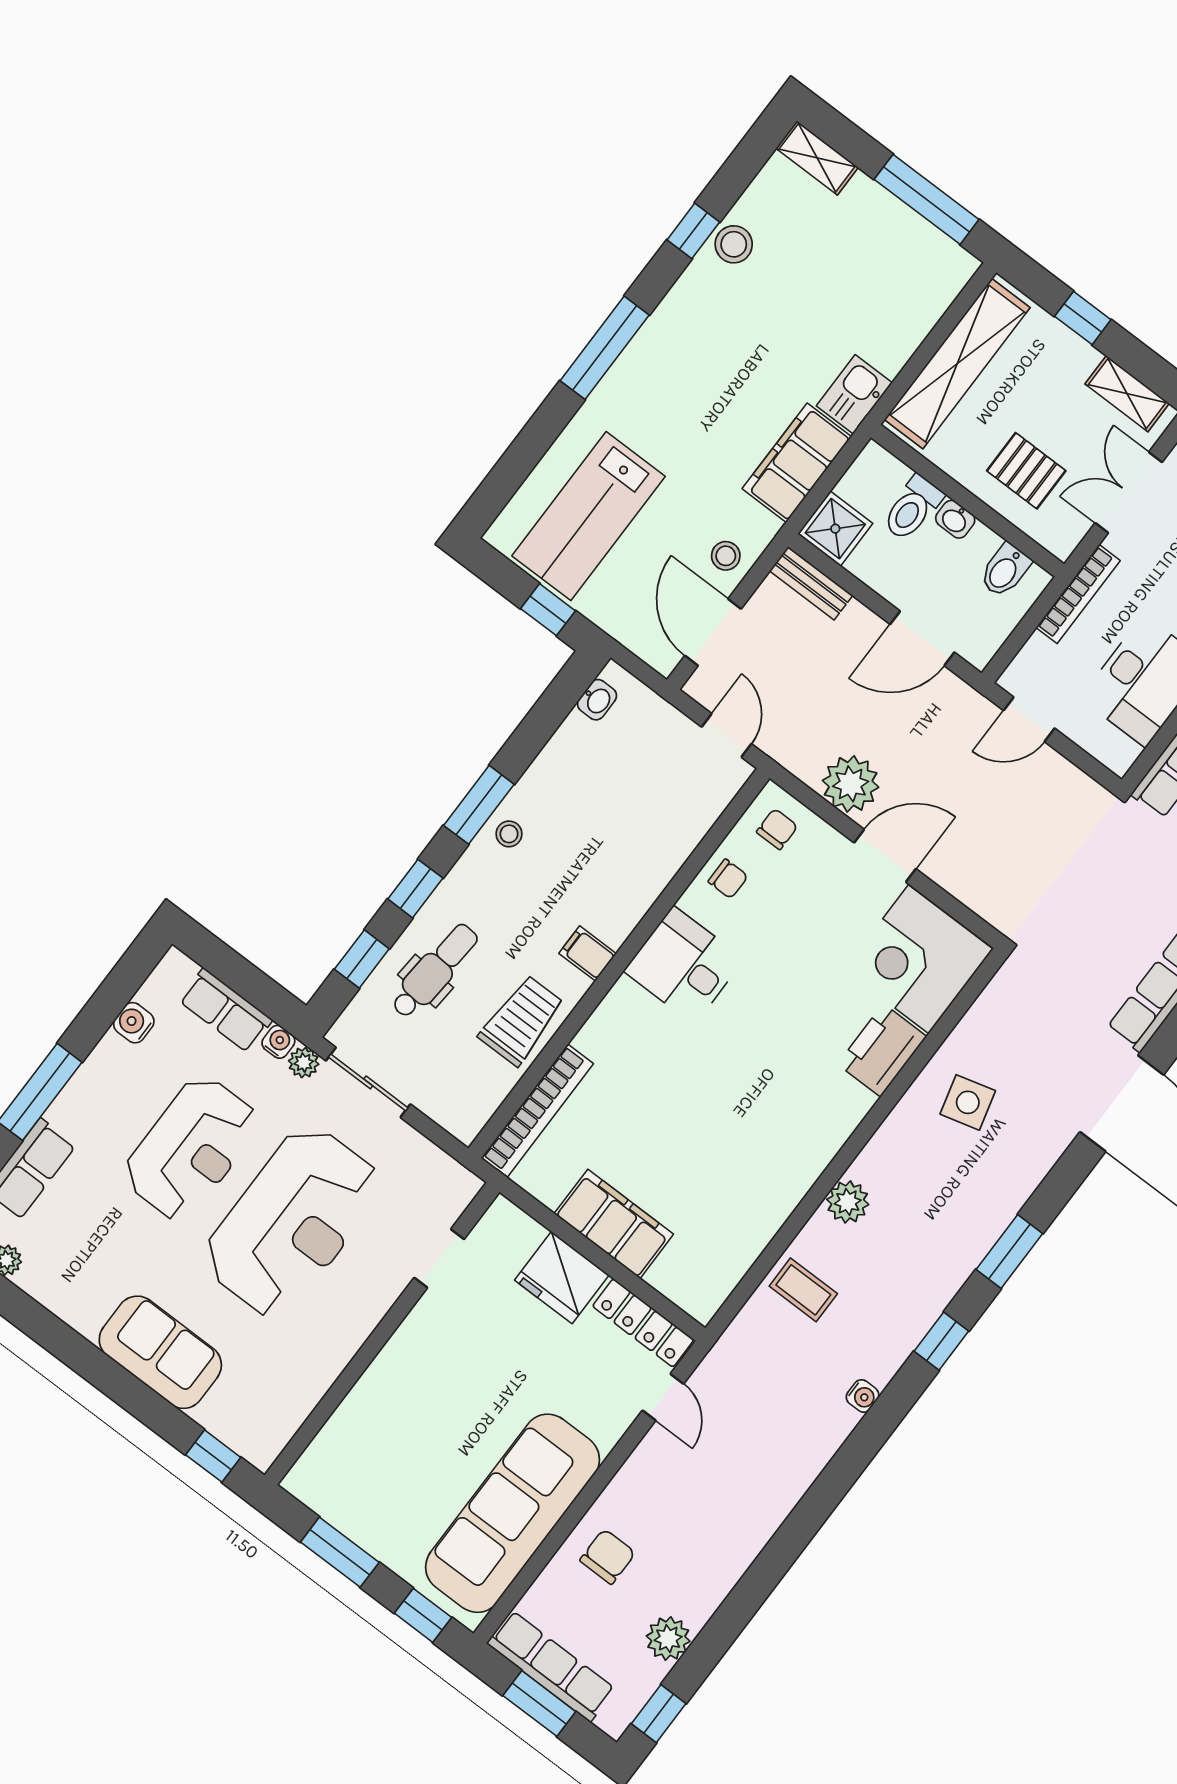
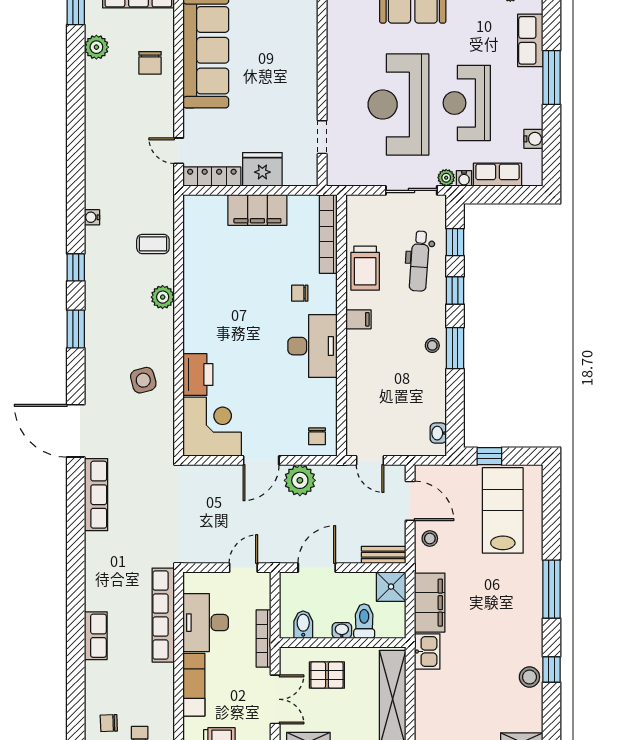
chair: (728, 879) -> (300, 293), moved
desk: (684, 965) -> (313, 346), width x1.37

